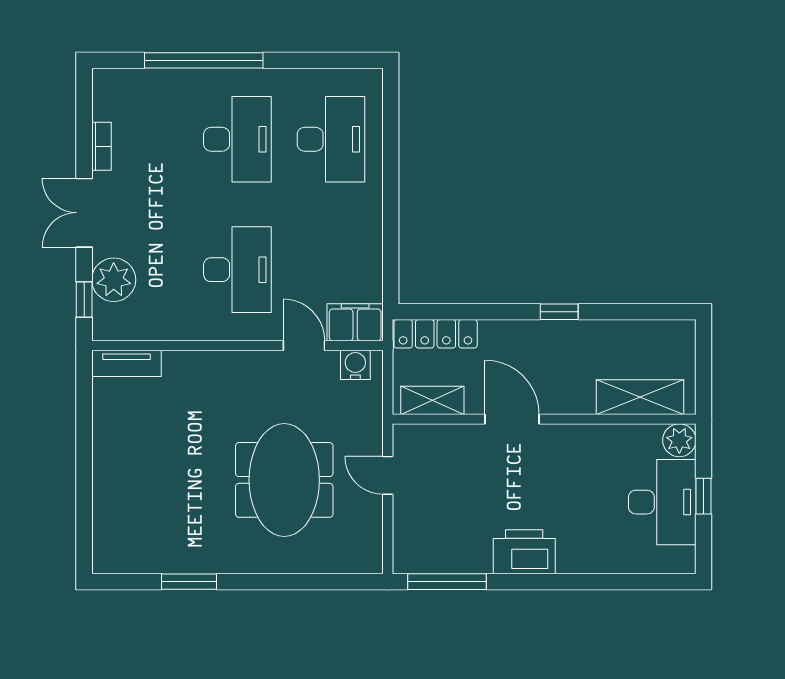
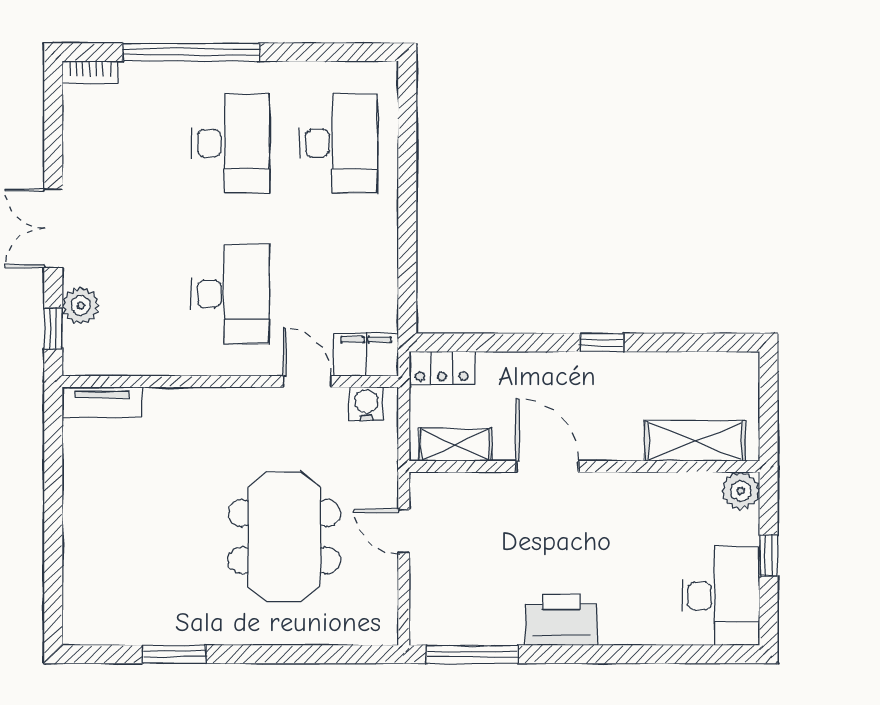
bookcase: (101, 146) -> (90, 72), moved, turned 90
plant: (114, 280) -> (81, 306), width x0.73, depth x0.73
locker: (436, 334) -> (442, 368), width x0.66
desk: (662, 502) -> (721, 596), moved

